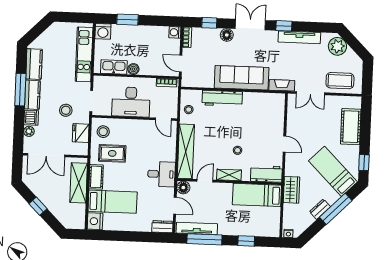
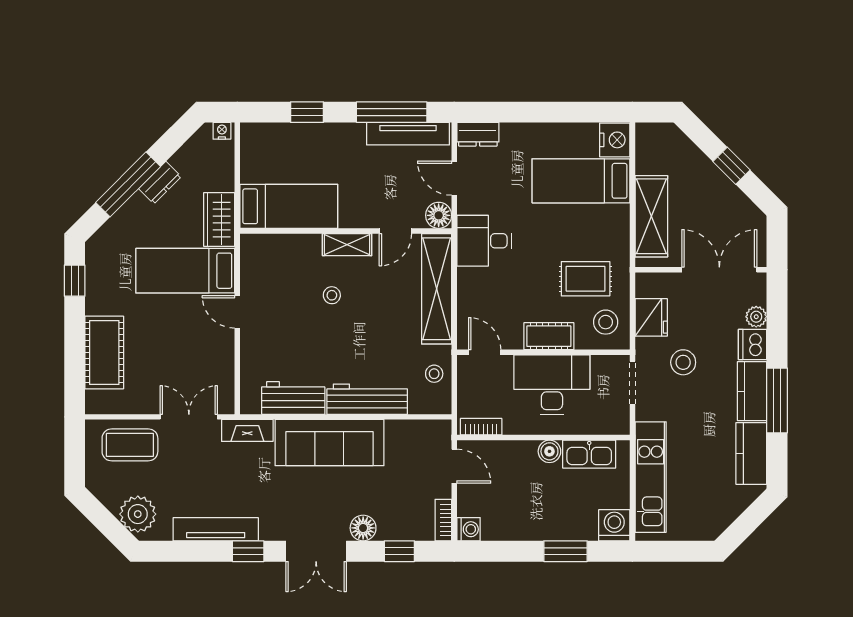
bed: (333, 171) -> (185, 271), moved, turned 135
workbench: (266, 174) -> (293, 398), moved, turned 180
cot: (96, 177) -> (549, 336), moved, turned 90

